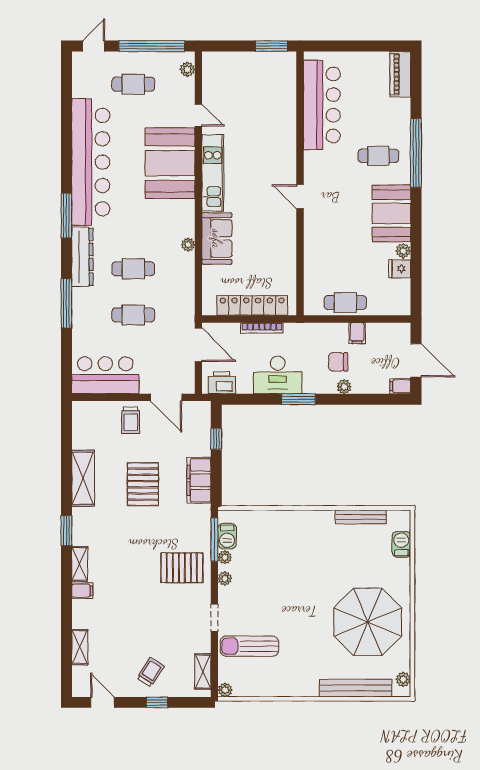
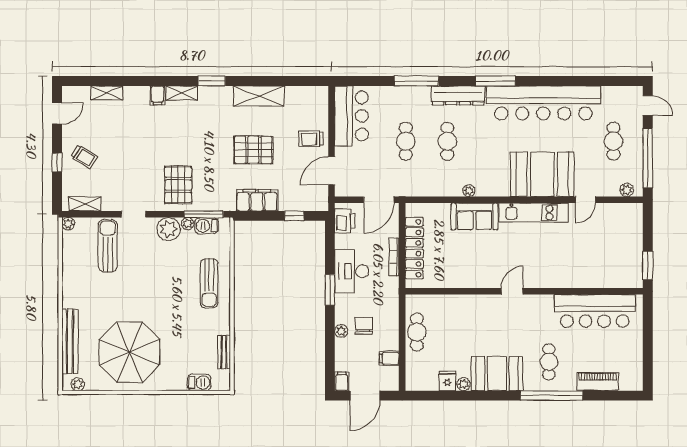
piano: (400, 74) -> (598, 382), moved
filing cabinet: (357, 333) -> (389, 358), moved
bench: (361, 517) -> (224, 352), width x0.73
sun lounger: (291, 533) -> (209, 283), added
plant: (225, 578) -> (169, 229), width x1.88, depth x1.88

